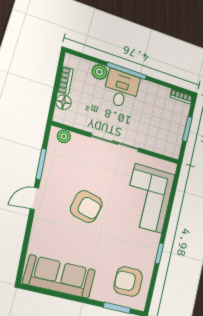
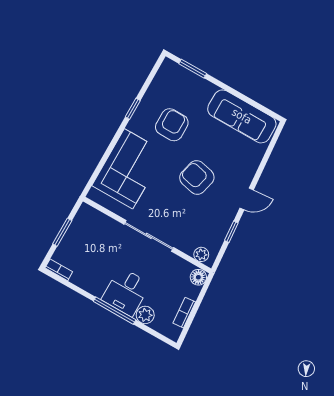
floor lamp: (64, 102) -> (198, 277), moved
window: (41, 164) -> (231, 232), width x0.67
armchair: (128, 281) -> (172, 125), moved, turned -90

